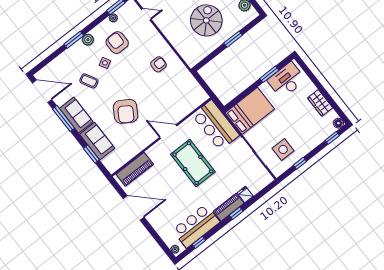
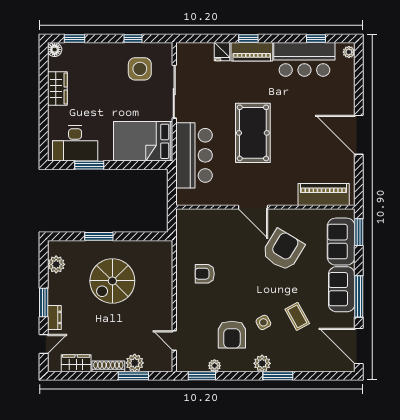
door: (168, 132) -> (253, 207), moved
wall: (161, 137) -> (265, 207), moved
piano: (135, 169) -> (324, 194), moved

